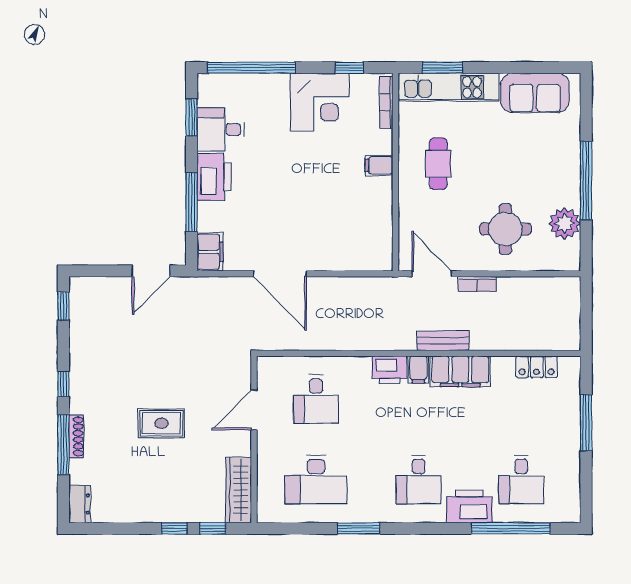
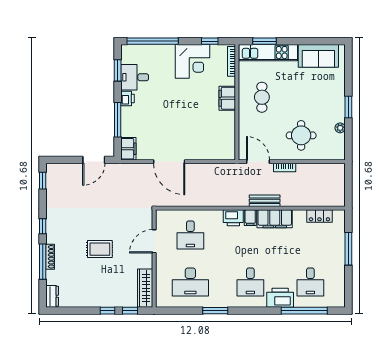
filing cabinet: (379, 165) -> (227, 98), width x2.00
printer: (214, 177) -> (127, 98), width x0.53, depth x0.68
window: (586, 180) -> (348, 107), width x0.47
plant: (565, 223) -> (340, 128), width x0.53, depth x0.53

